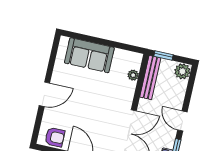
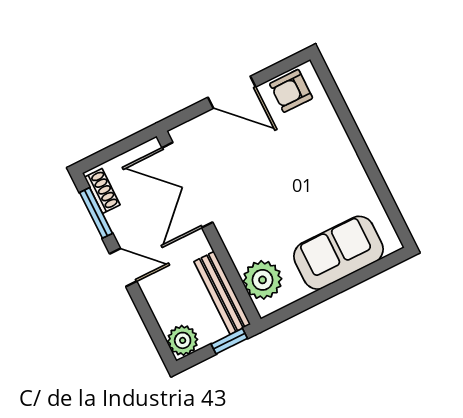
plant: (133, 75) -> (262, 280), width x1.88, depth x1.88
door: (44, 94) -> (358, 142), removed

